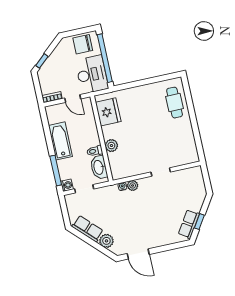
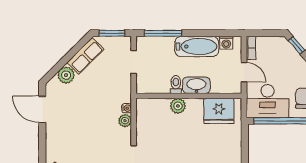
door: (73, 98) -> (244, 72), swing flipped
washbasin: (99, 167) -> (196, 85), moved
washing machine: (67, 185) -> (226, 43), moved
window: (65, 212) -> (112, 33), added
door: (138, 254) -> (42, 109), hinge flipped

